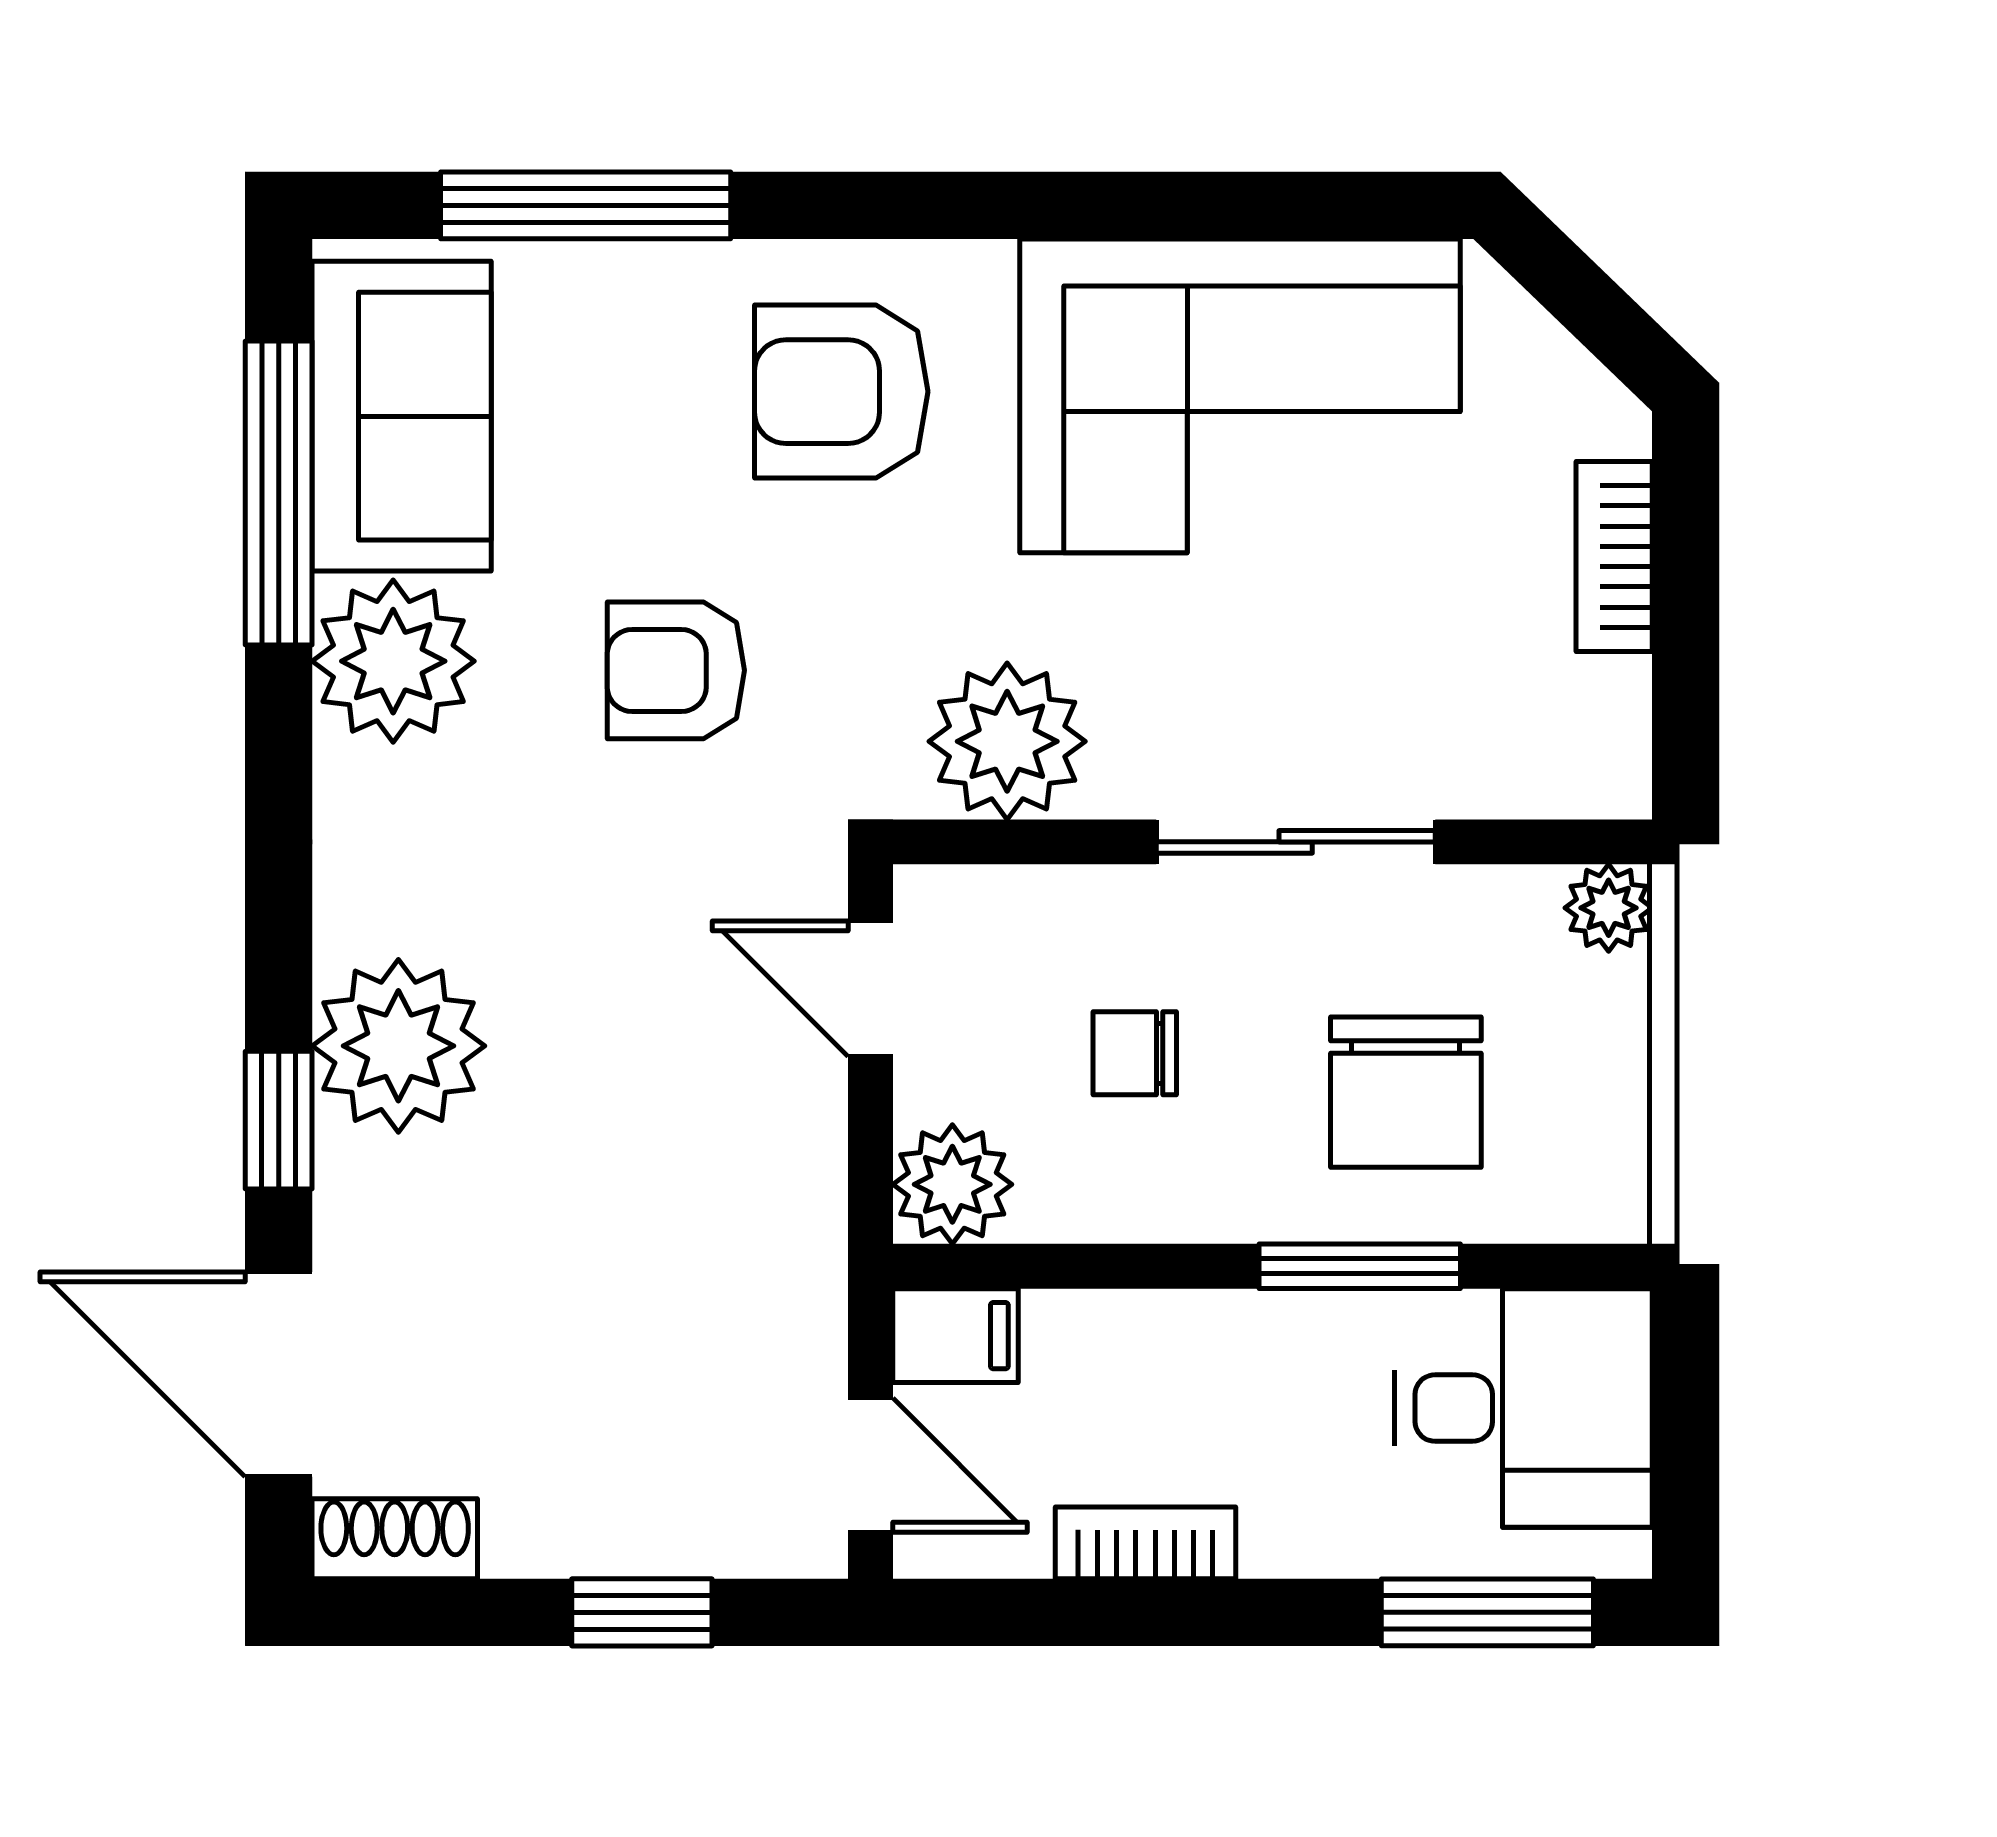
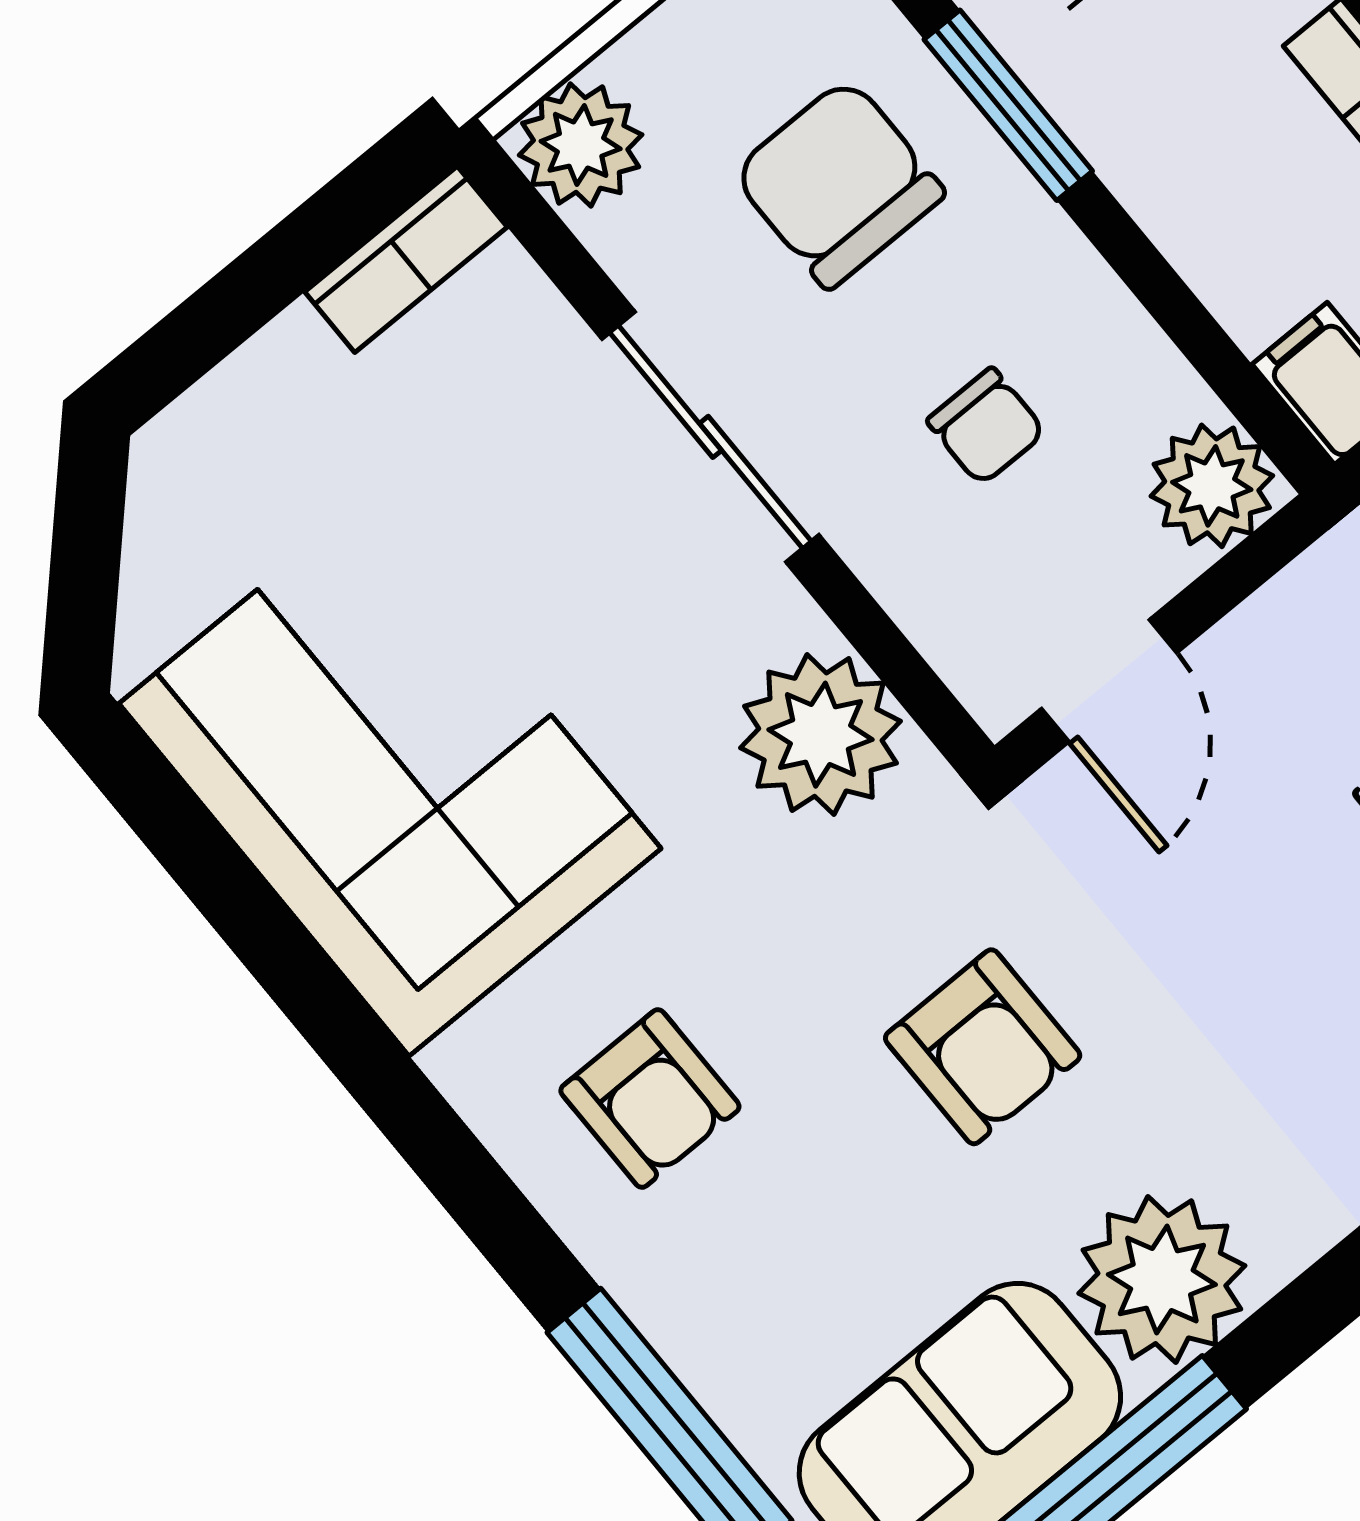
armchair: (841, 392) -> (650, 1098), width x0.72, depth x0.72
bookcase: (1614, 556) -> (406, 259), moved
plant: (1609, 908) -> (581, 145), width x1.38, depth x1.38
chair: (1406, 1092) -> (838, 183), turned -90

